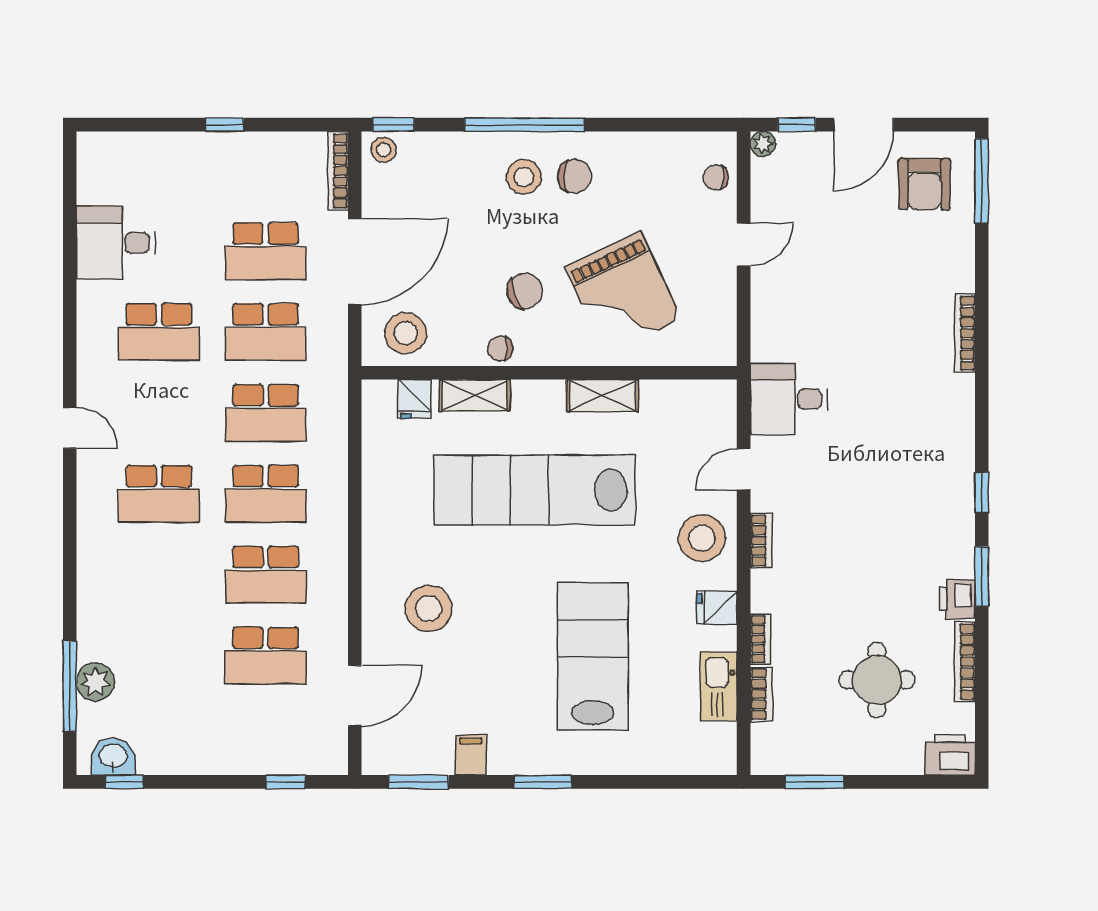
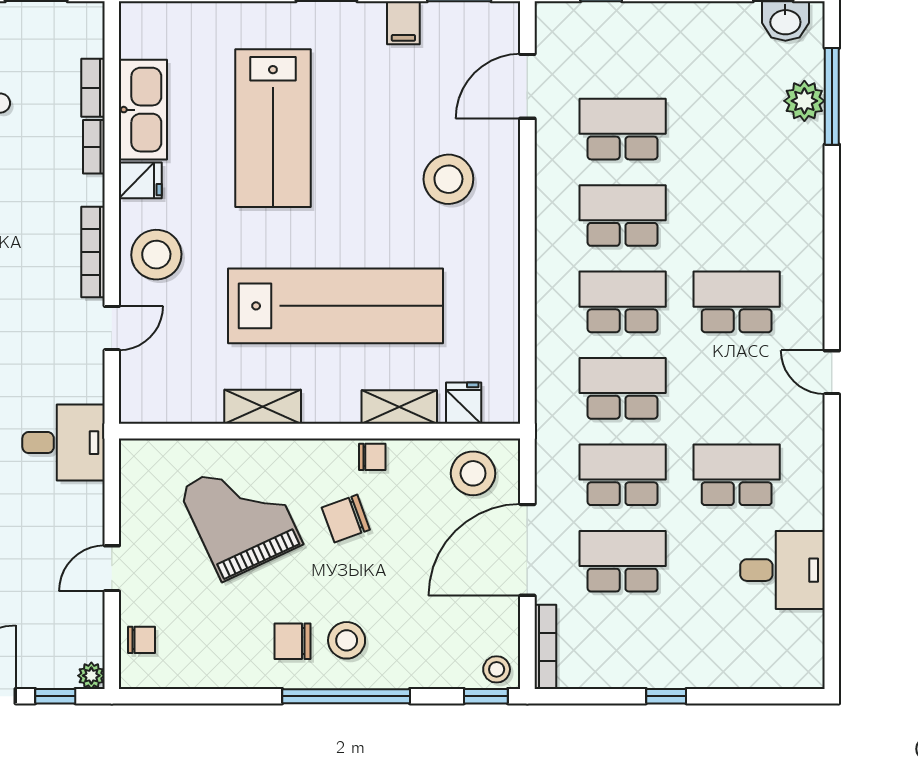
desk: (789, 399) -> (64, 443), moved
bookcase: (761, 540) -> (93, 252), width x1.56
kitchen sink: (719, 686) -> (143, 110), width x1.36, depth x1.24

